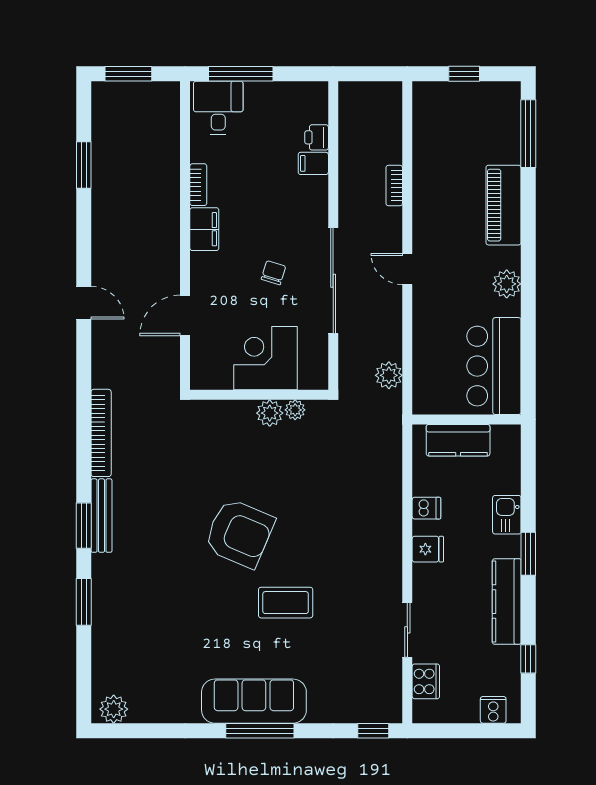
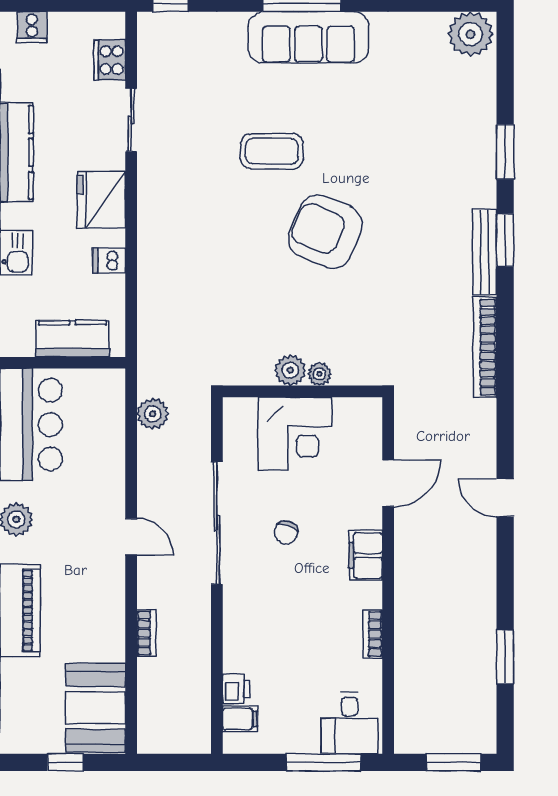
booth: (438, 121) -> (96, 708), added
filing cabinet: (313, 163) -> (240, 719), moved
filing cabinet: (204, 229) -> (366, 555), moved
plant: (295, 410) -> (319, 374), moved
fridge: (428, 549) -> (101, 200), width x1.88, depth x1.34
plant: (114, 709) -> (470, 34), width x1.36, depth x1.36

